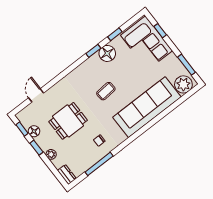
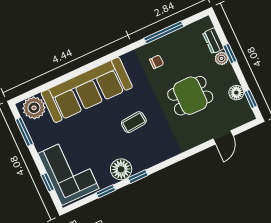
window: (36, 148) -> (230, 53), moved
dresser: (67, 174) -> (213, 41), moved

